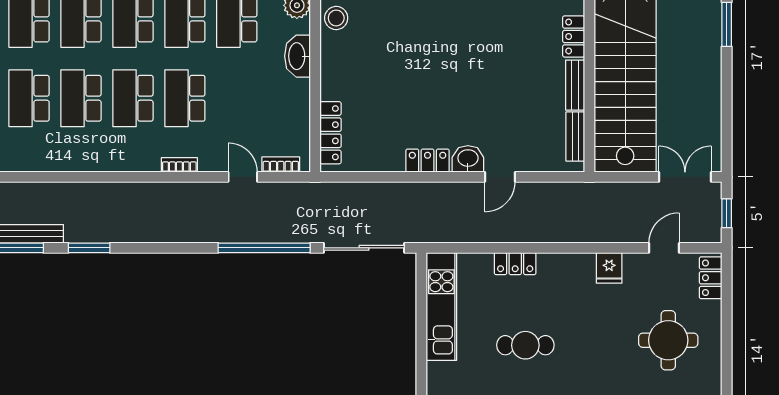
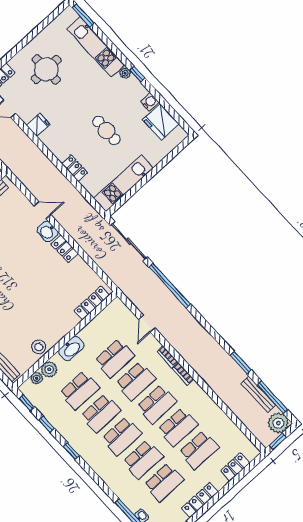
school desk: (237, 98) -> (115, 358), added
bookcase: (281, 165) -> (183, 374), moved

